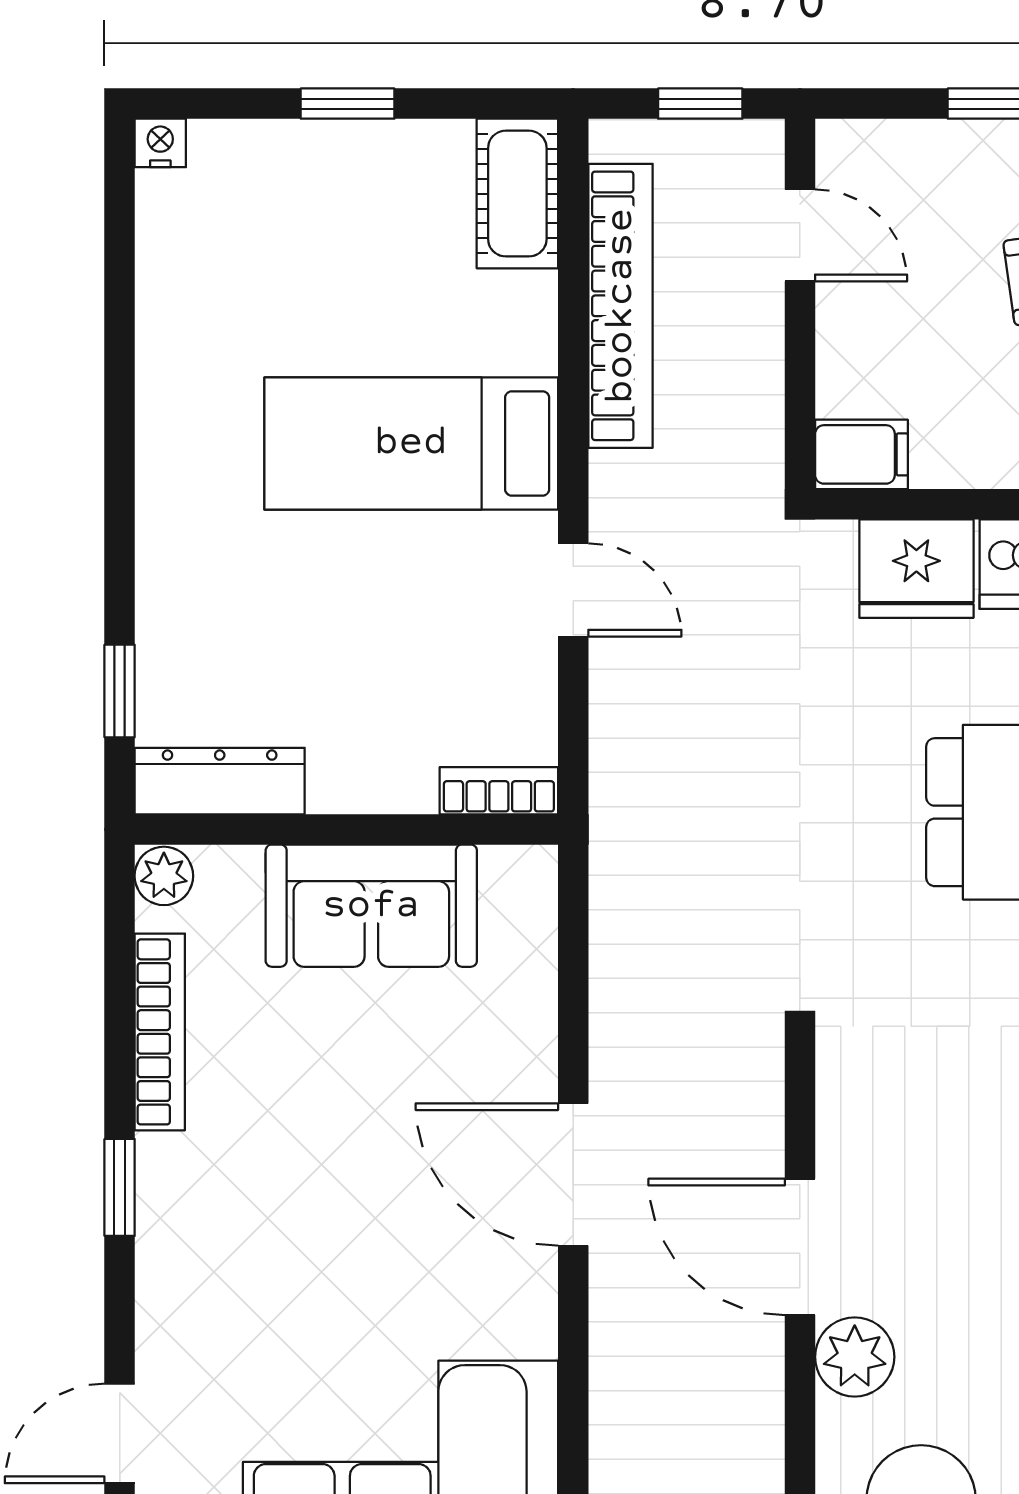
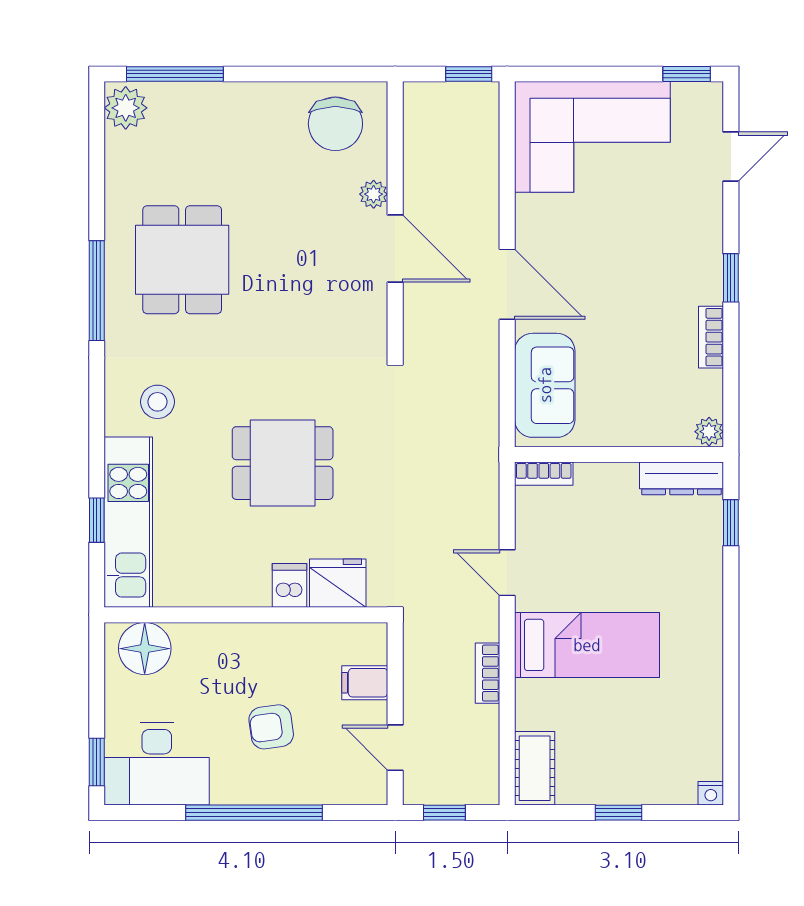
bookcase: (621, 306) -> (488, 673), width x0.43, depth x0.76
filing cabinet: (861, 454) -> (365, 683), moved
sofa: (371, 906) -> (545, 385), moved, turned 90
bookcase: (160, 1032) -> (711, 337), width x0.64
plant: (855, 1357) -> (374, 194), width x0.73, depth x0.73

